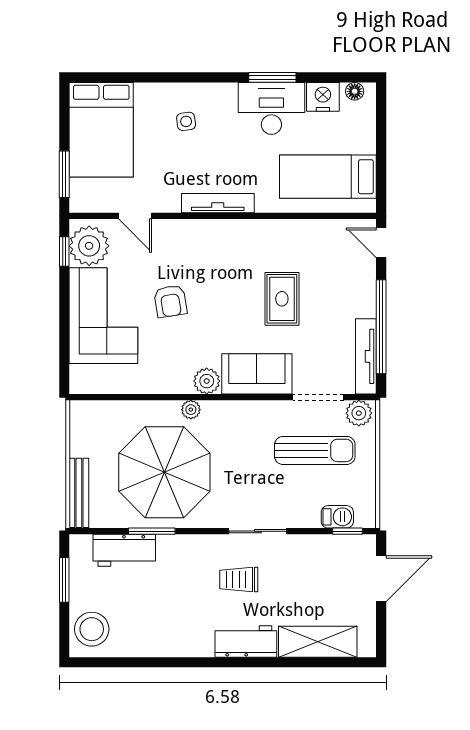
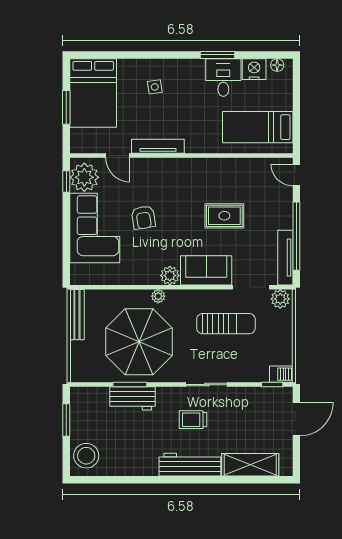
desk: (271, 108) -> (223, 77), width x0.73
window: (64, 174) -> (66, 107), moved
tv unit: (218, 203) -> (158, 146), moved
rug: (282, 299) -> (224, 216), turned 90
sun lounger: (315, 450) -> (226, 324), moved
bench: (79, 493) -> (77, 315), moved
barbecue: (337, 517) -> (281, 374), moved
workbench: (124, 550) -> (133, 398), moved
workbench: (246, 641) -> (190, 465), width x1.38

